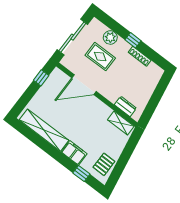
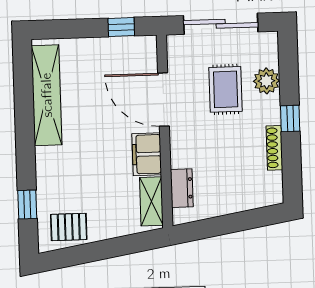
filing cabinet: (74, 153) -> (147, 154), moved, turned 180

